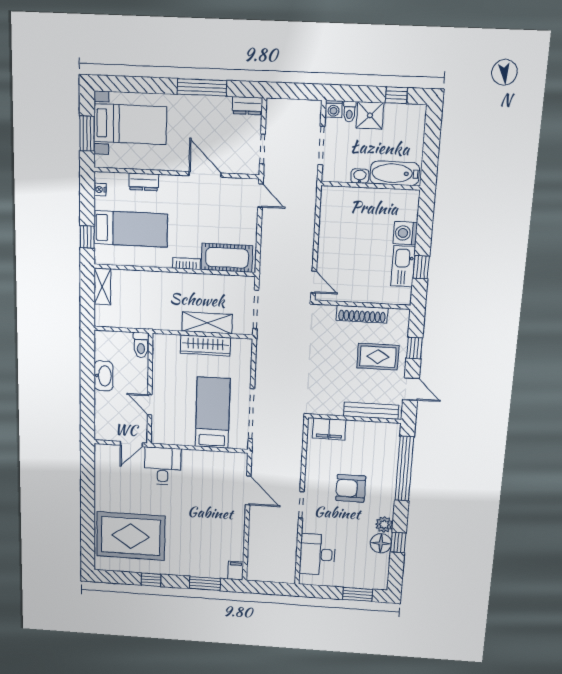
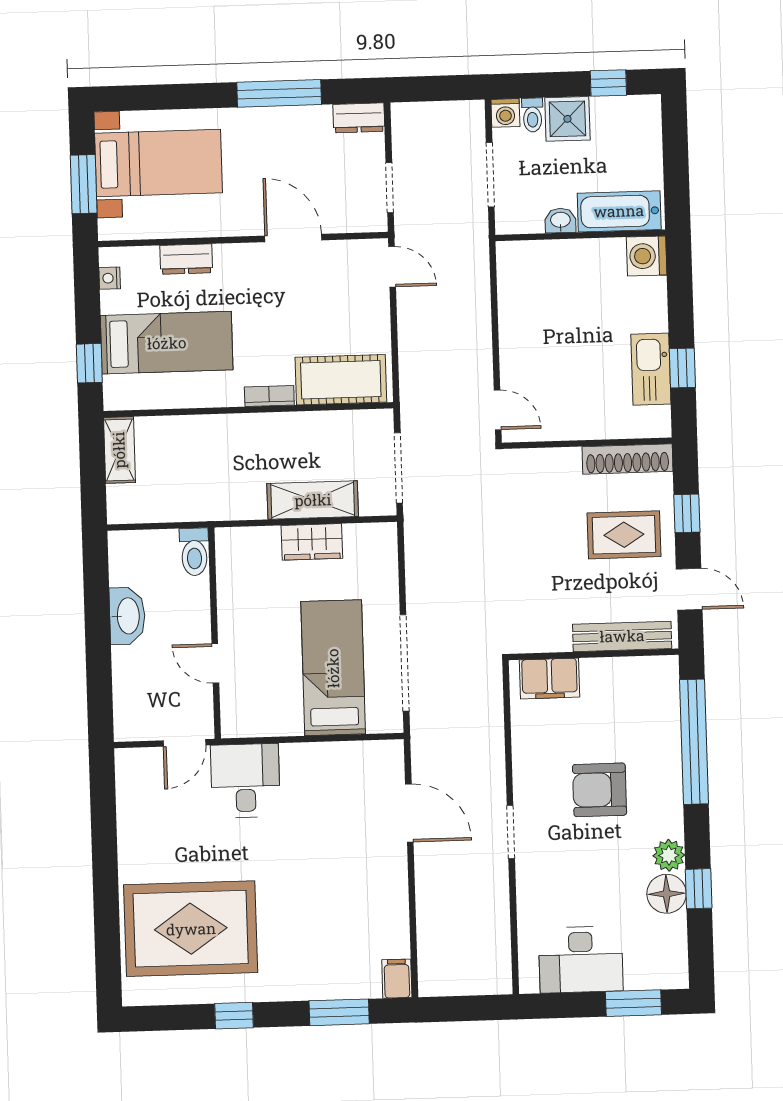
washing machine: (405, 233) -> (647, 256), moved
shoe rack: (362, 314) -> (628, 459), moved
wardrobe: (205, 345) -> (312, 542), width x0.67
desk: (317, 554) -> (581, 960), moved, turned -90

